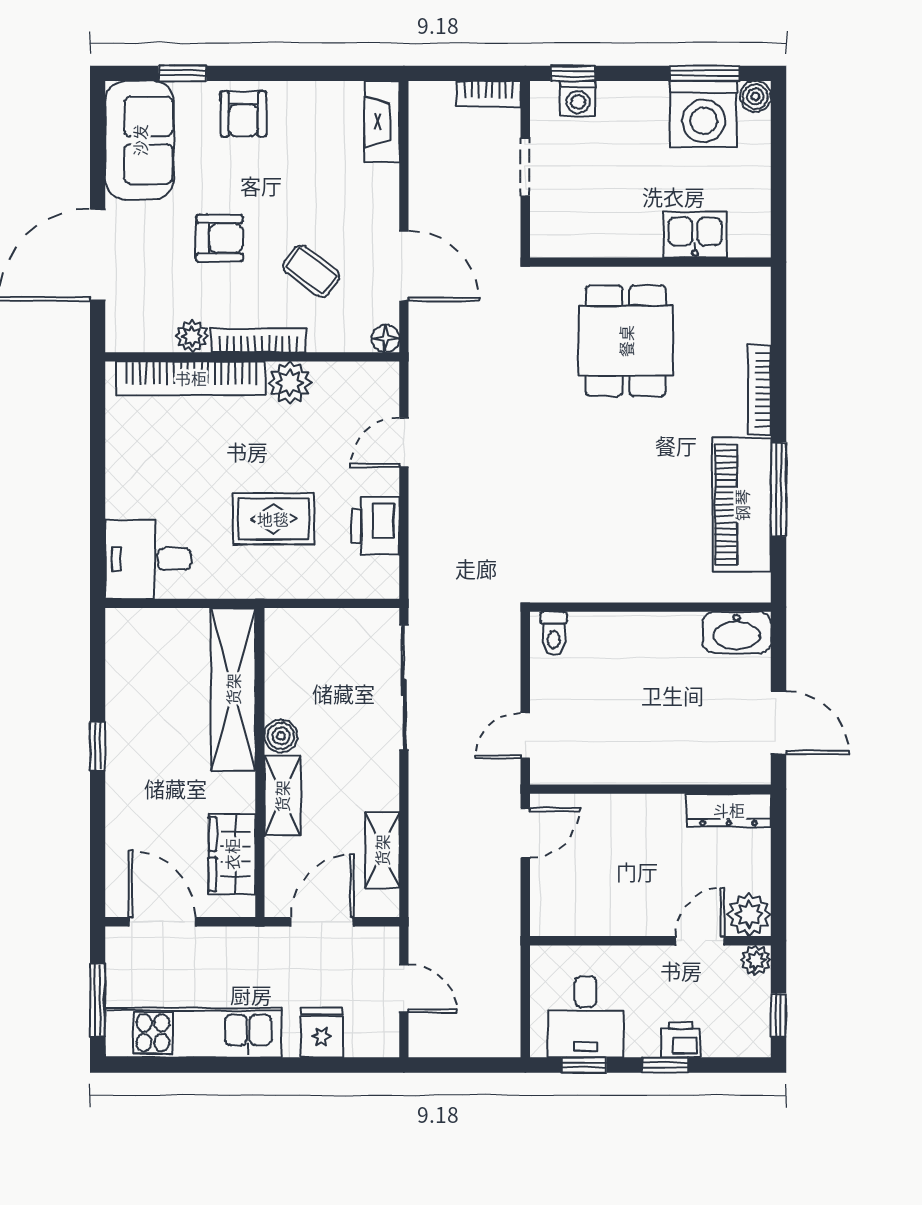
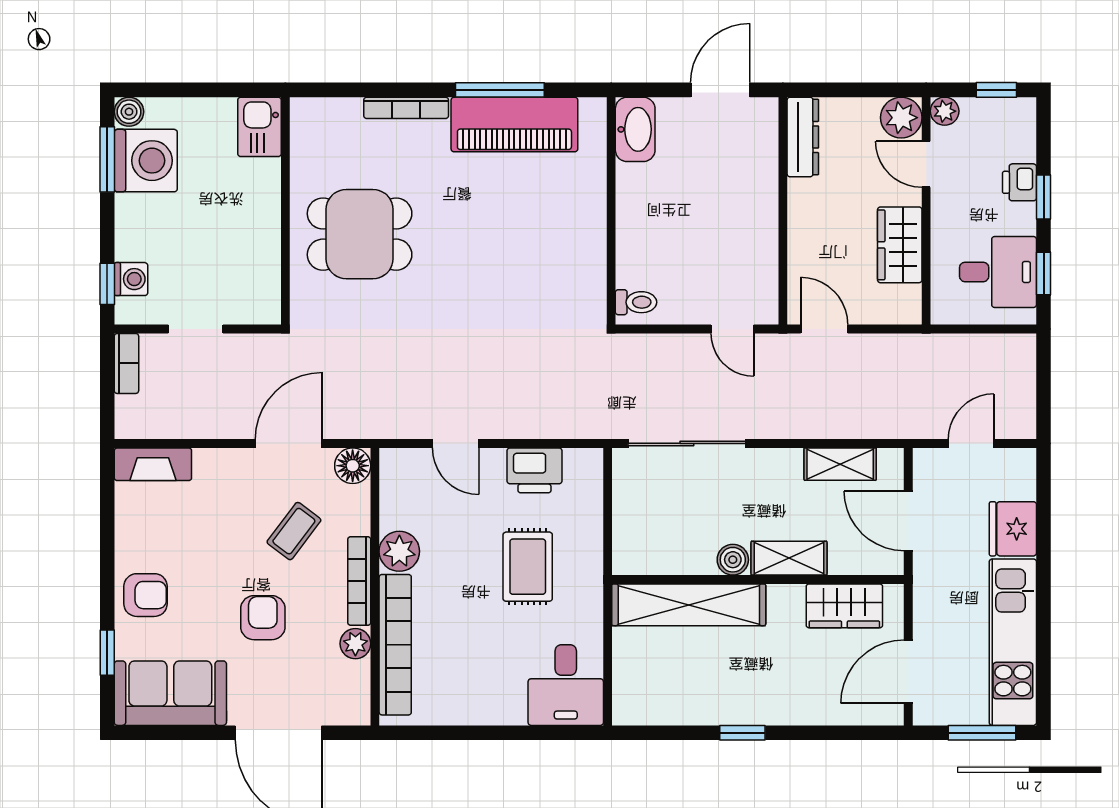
kitchen sink: (695, 235) -> (260, 127), moved
floor lamp: (386, 339) -> (353, 466), width x1.37, depth x1.37
wardrobe: (614, 913) -> (900, 245), added
fridge: (322, 1033) -> (1013, 529), width x1.38

